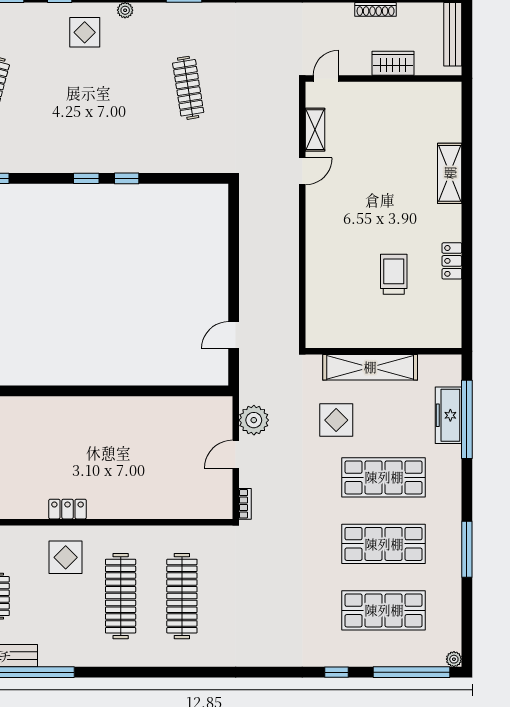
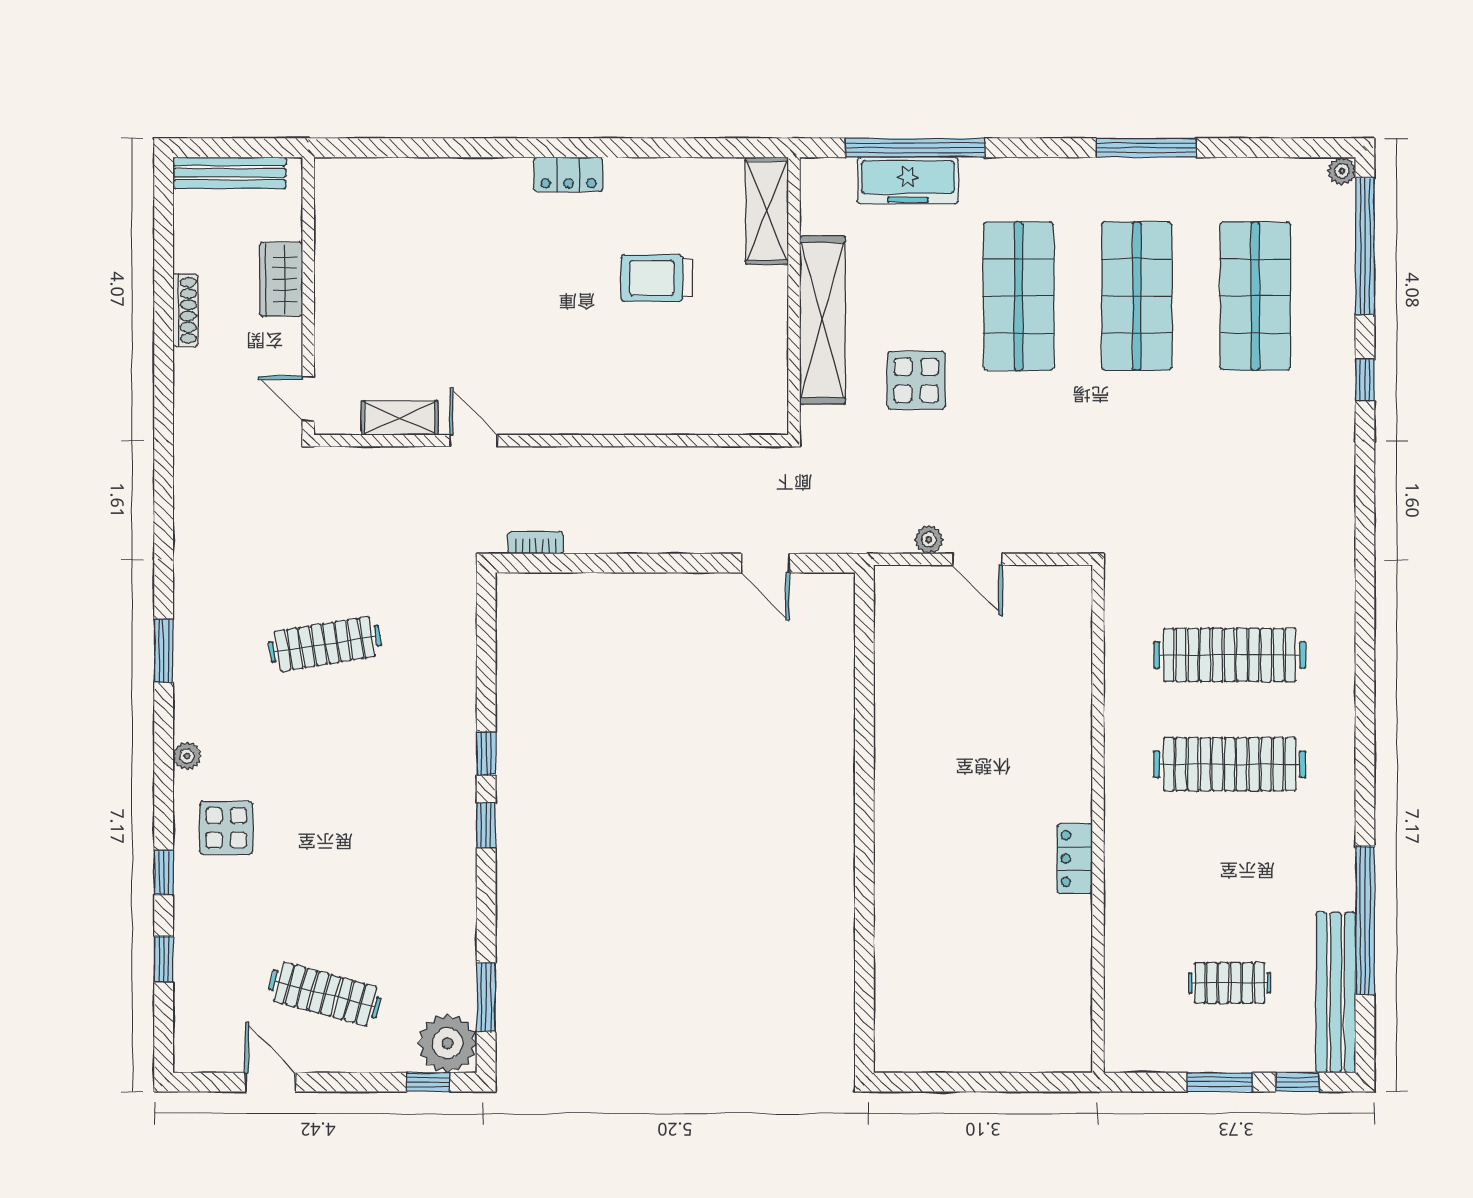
shelving: (450, 173) -> (767, 211), moved, turned 90
locker: (452, 261) -> (568, 174), moved
plant: (254, 420) -> (929, 540), width x0.53, depth x0.53
bookcase: (245, 504) -> (536, 543), moved
display table: (66, 557) -> (1161, 862), removed

